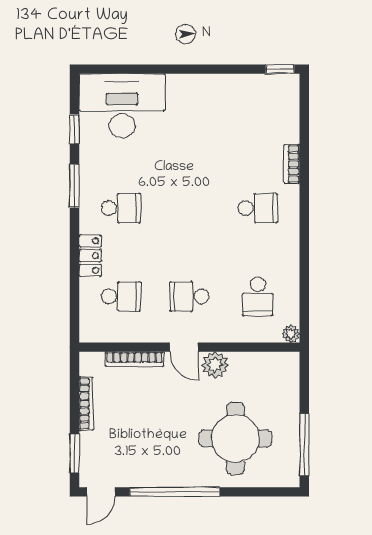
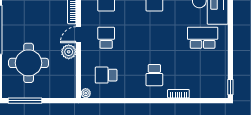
school desk: (189, 120) -> (203, 38), added

